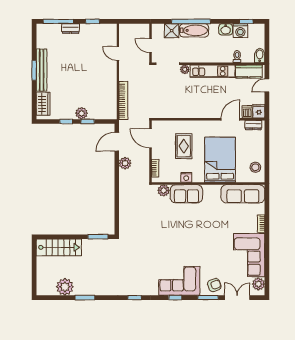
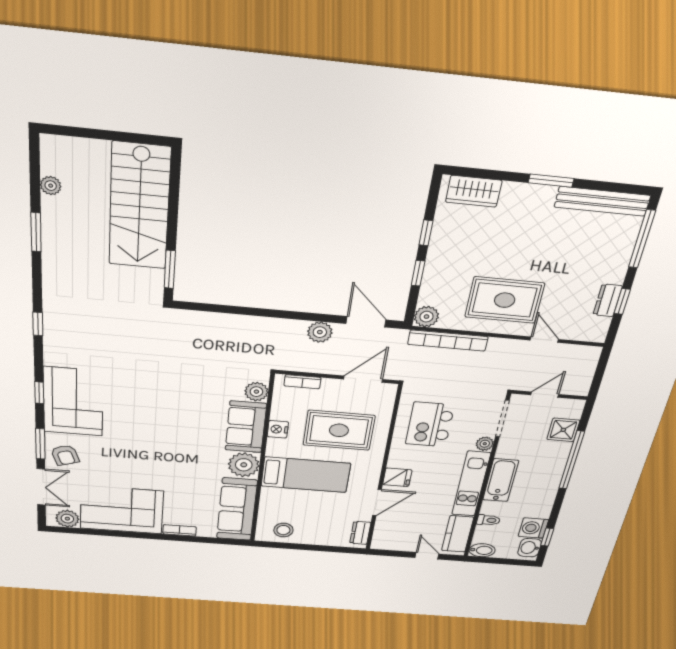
dresser: (71, 29) -> (608, 300), moved
washbasin: (226, 29) -> (530, 548), moved
bathtub: (194, 30) -> (501, 480), moved, turned 180
door: (118, 54) -> (544, 340), hinge flipped
bench: (42, 70) -> (602, 201), moved
rug: (98, 78) -> (505, 300), added
kitchen island: (175, 100) -> (430, 425), added
fridge: (259, 111) -> (397, 477), moved
dishwasher: (247, 112) -> (386, 526), removed
plant: (82, 113) -> (427, 317), moved
door: (230, 119) -> (377, 502), hinge flipped
rug: (184, 146) -> (339, 430), width x1.36, depth x1.43
bed: (220, 160) -> (306, 475), width x0.67
plant: (211, 193) -> (244, 465), added
stairs: (59, 247) -> (139, 207), width x1.36, depth x1.51
plant: (65, 287) -> (51, 186), width x0.53, depth x0.53

